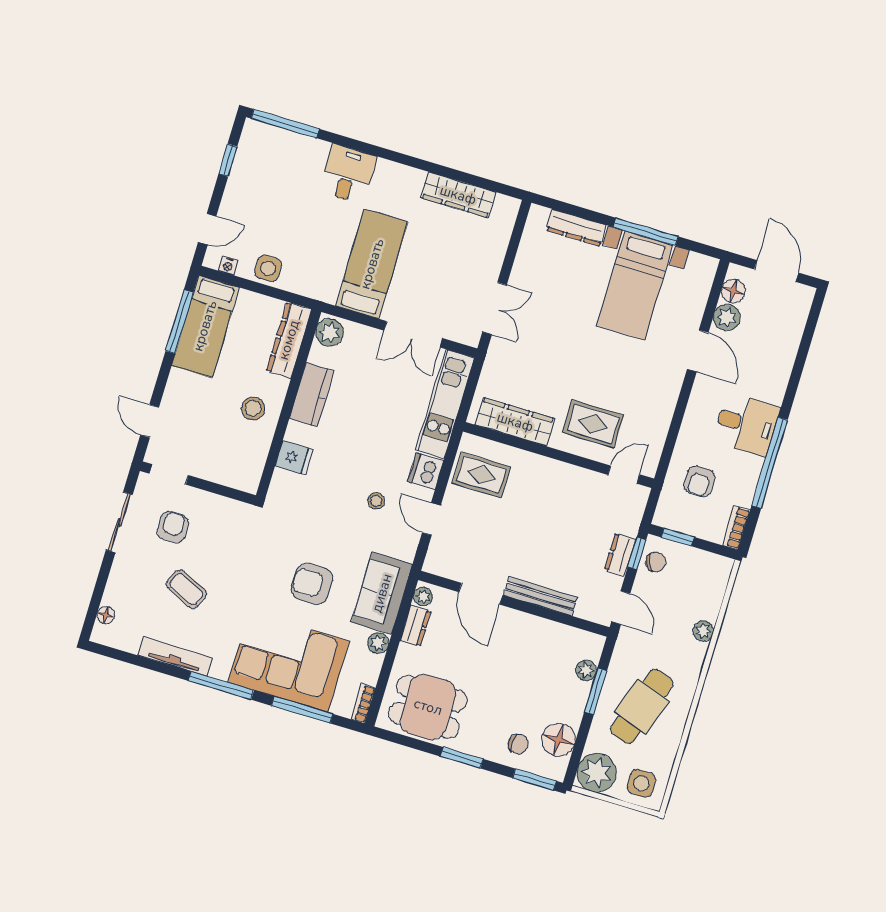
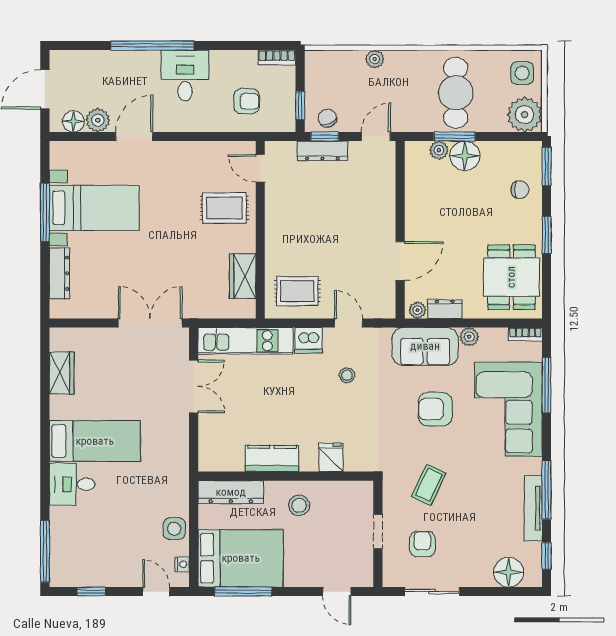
wardrobe: (458, 195) -> (62, 373), width x0.67
bed: (372, 264) -> (95, 441), moved, turned 180
double door: (495, 308) -> (150, 323), width x1.37
bed: (205, 326) -> (241, 558), width x1.50
plant: (329, 332) -> (214, 459), removed
door: (150, 421) -> (337, 592), hinge flipped
wardrobe: (515, 422) -> (243, 276), width x0.67
rug: (593, 424) -> (224, 208), turned 90
window: (770, 463) -> (152, 46), moved
doorway: (169, 474) -> (378, 532), moved
rug: (481, 475) -> (297, 291), turned 90
door: (431, 519) -> (348, 323), swing flipped
armchair: (173, 527) -> (422, 544), turned 90
dresser: (620, 554) -> (322, 151), width x1.44
armchair: (312, 584) -> (435, 409), turned 90
coffee table: (186, 589) -> (429, 485), moved
bench: (540, 596) -> (387, 209), removed
floor lamp: (106, 615) -> (509, 572), width x1.89, depth x1.89
window: (120, 655) -> (547, 556), added
window: (221, 686) -> (547, 490), moved
cafe table: (642, 707) -> (456, 93), turned 71
floor lamp: (559, 740) -> (465, 156), moved
chair: (518, 744) -> (520, 190), turned 90

